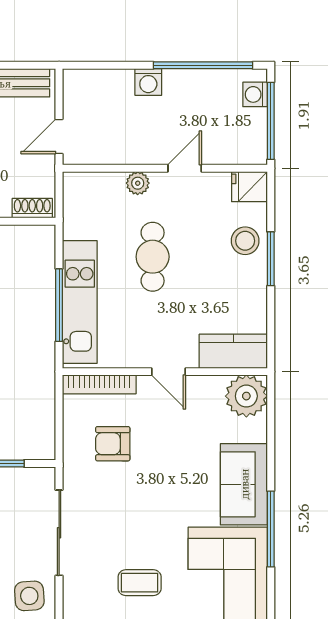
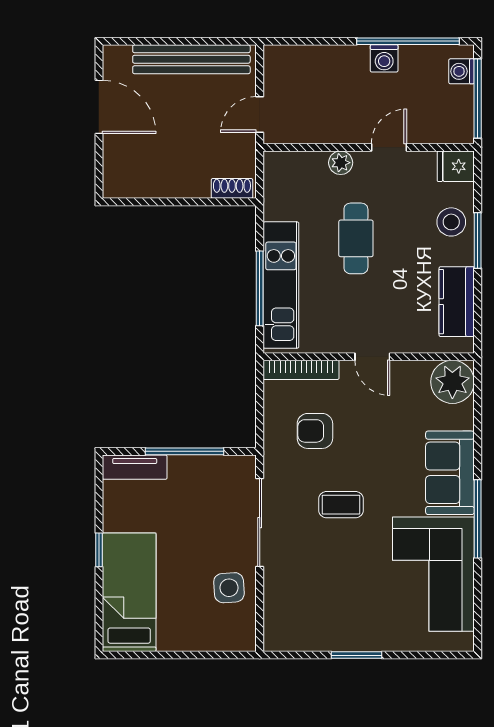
washing machine: (148, 82) -> (384, 58), moved
kitchen counter: (233, 351) -> (457, 302), moved, turned -90
coffee table: (140, 583) -> (341, 505), moved

